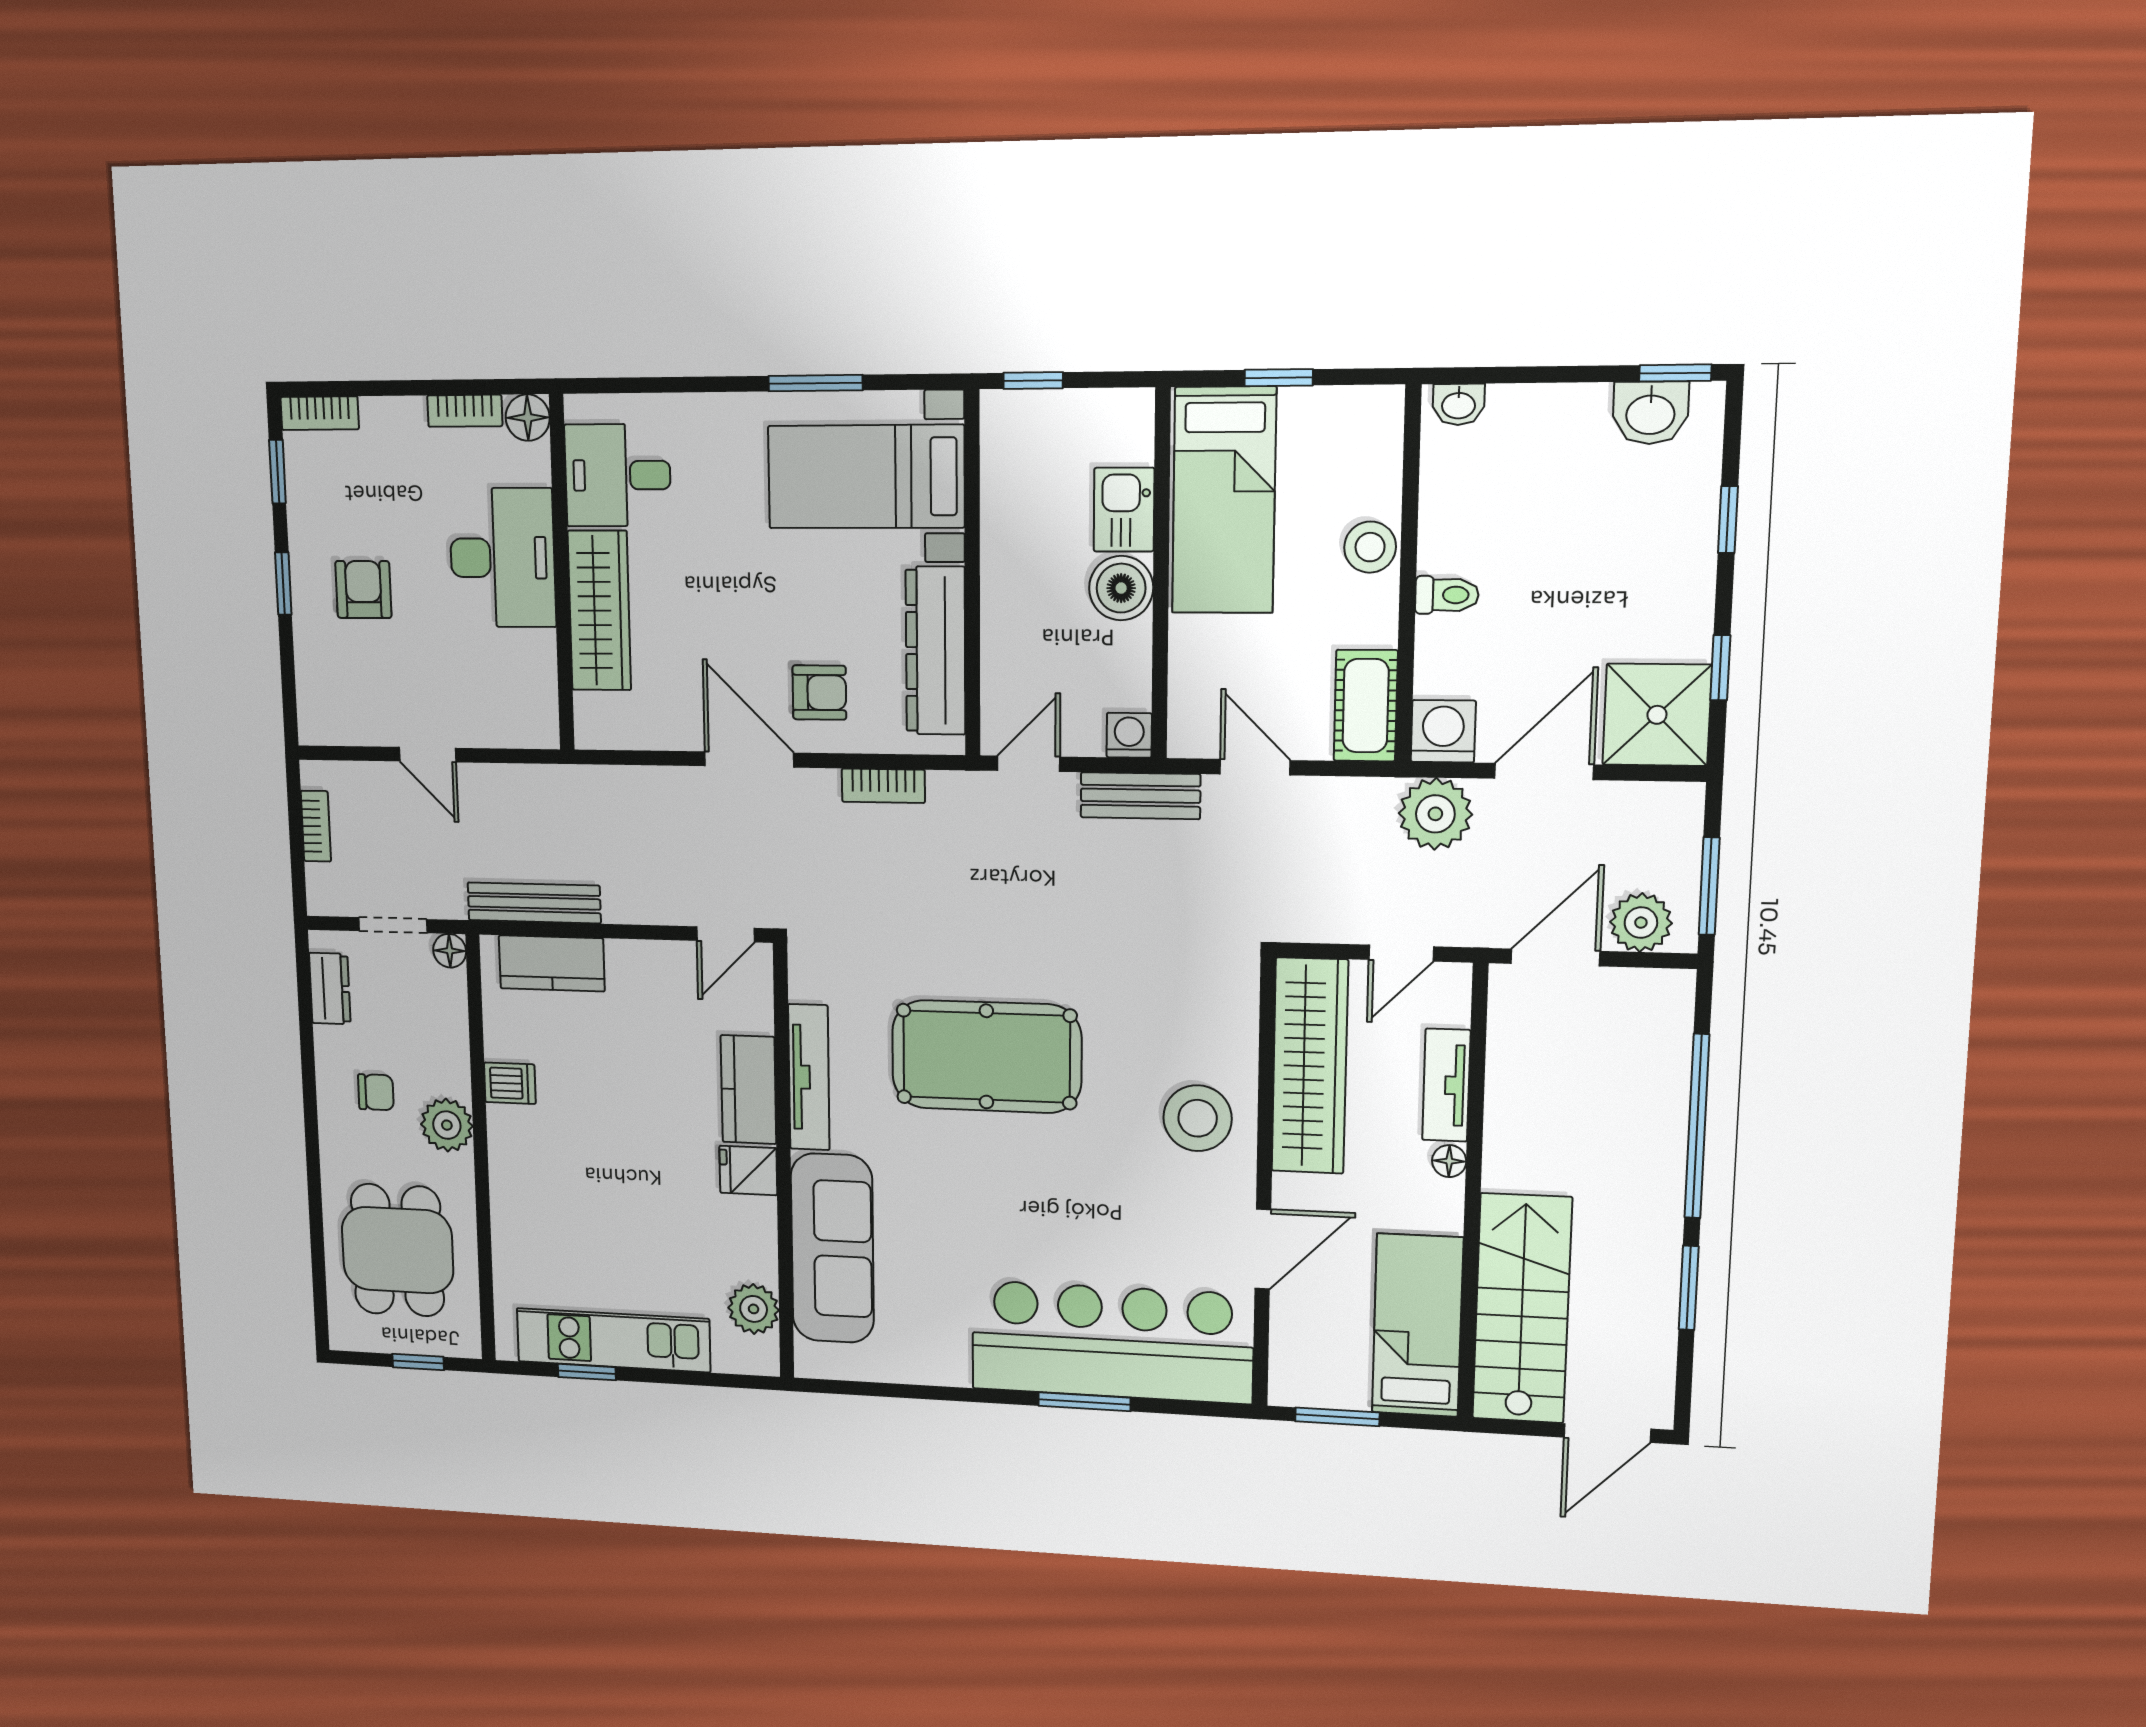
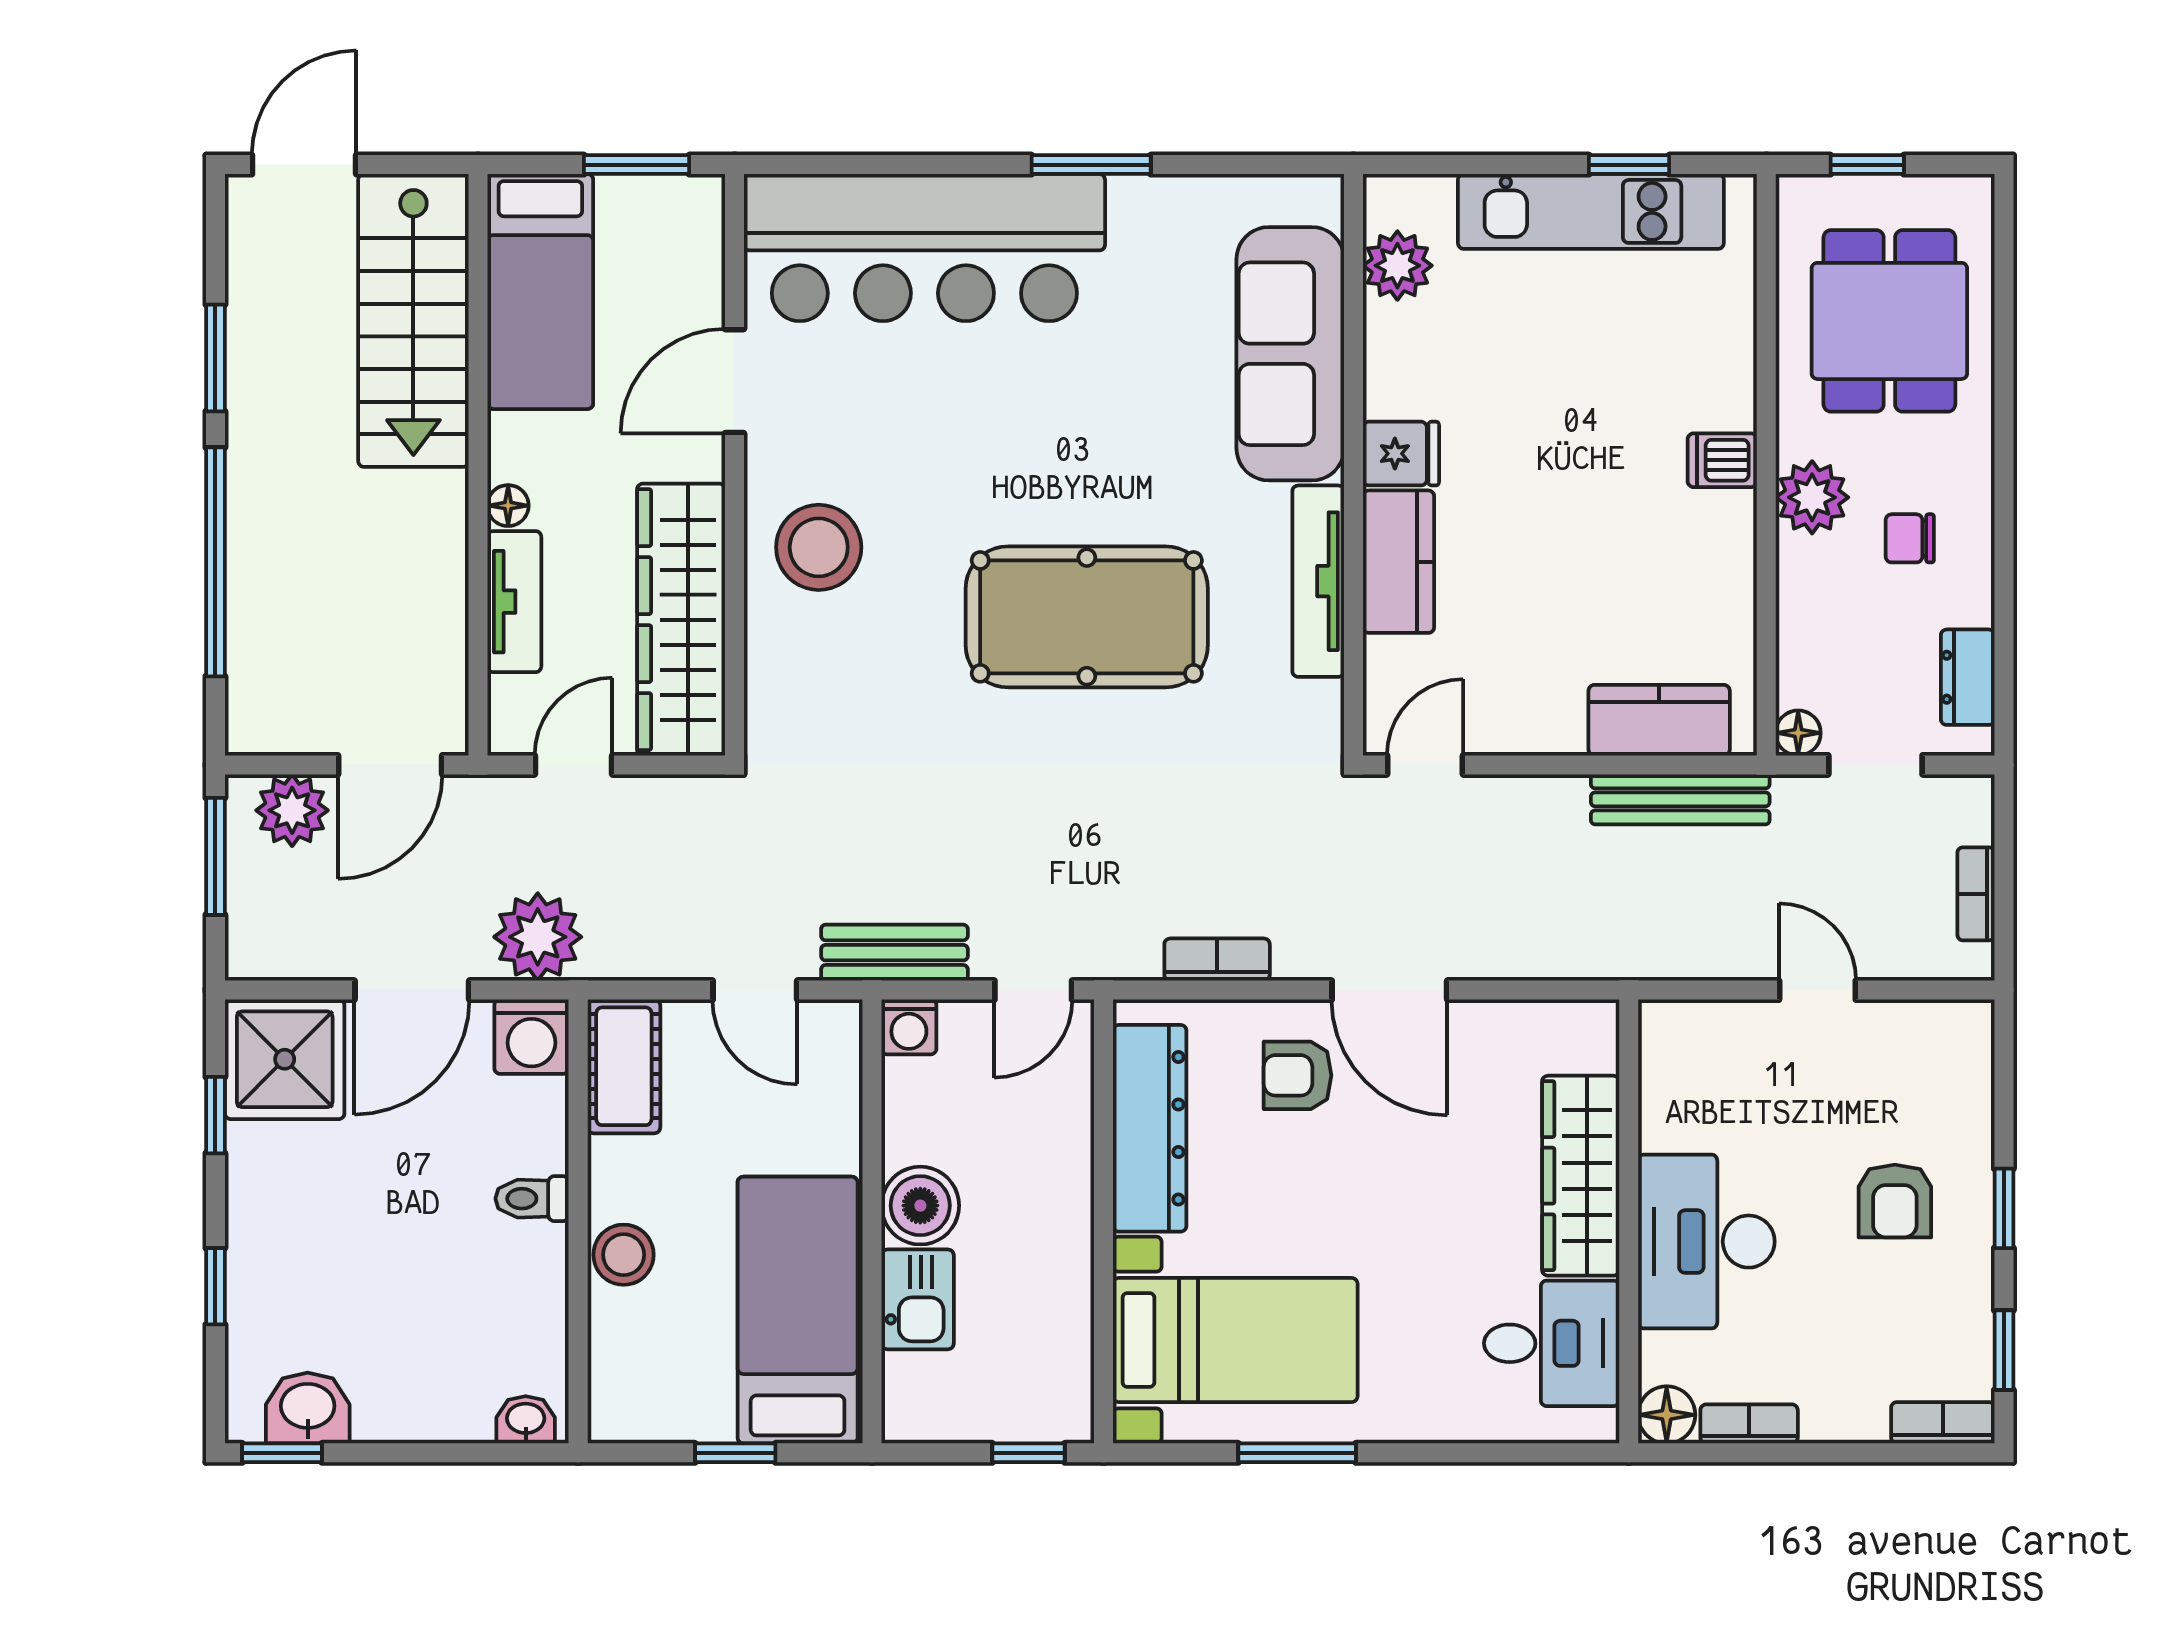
dishwasher: (510, 1083) -> (1722, 460), moved
window: (1084, 1402) -> (1091, 165), moved

